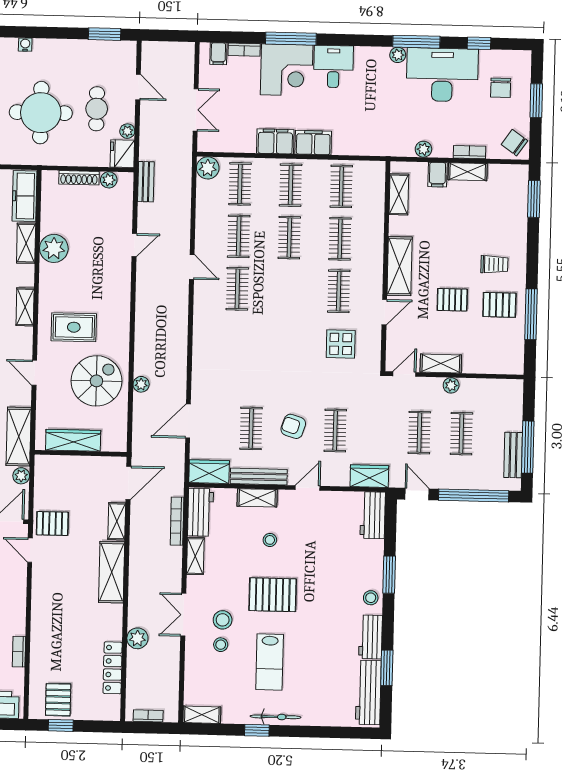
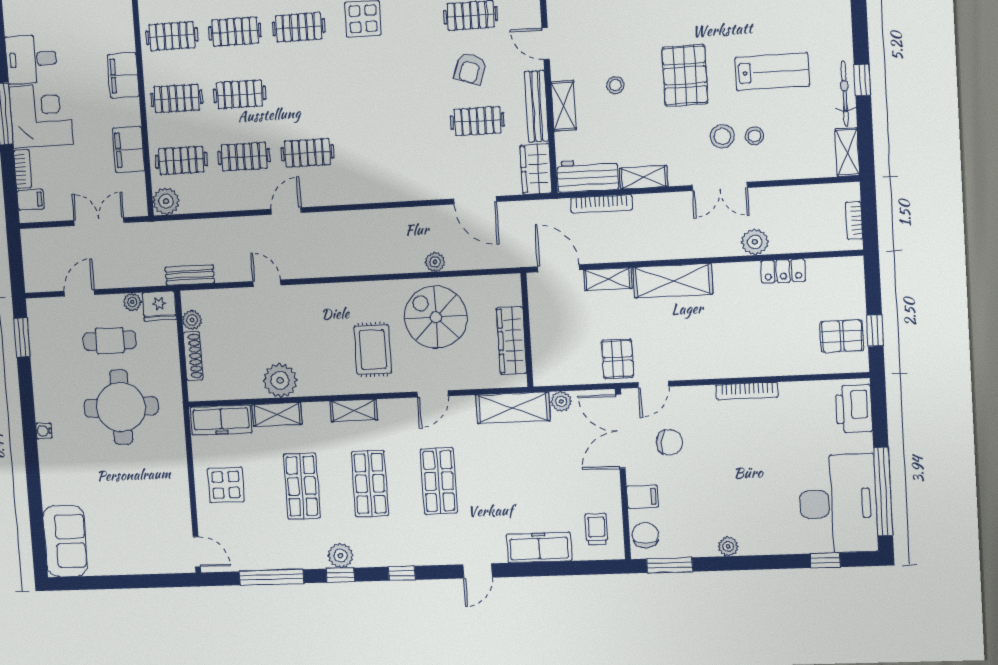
filing cabinet: (275, 141) -> (129, 149), moved
bookcase: (19, 652) -> (747, 391), moved, width x1.56
locker: (113, 668) -> (783, 271), width x0.66
bicycle: (276, 717) -> (845, 94), moved

